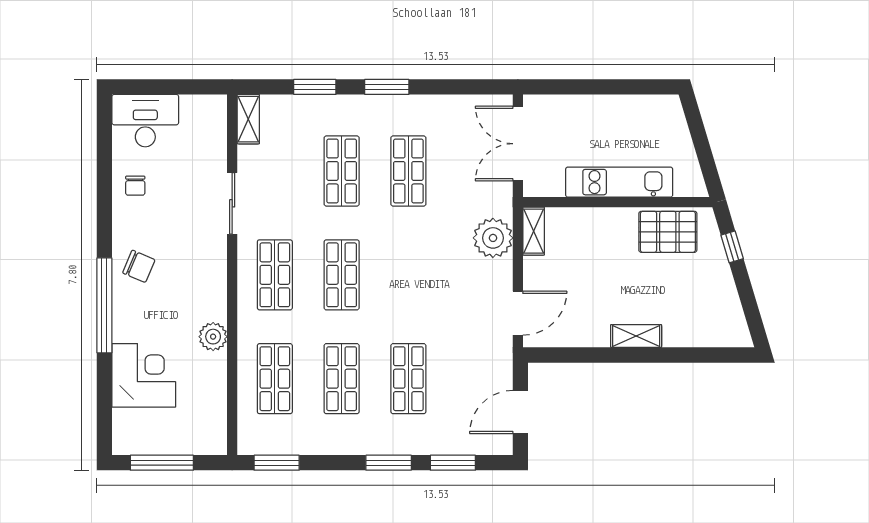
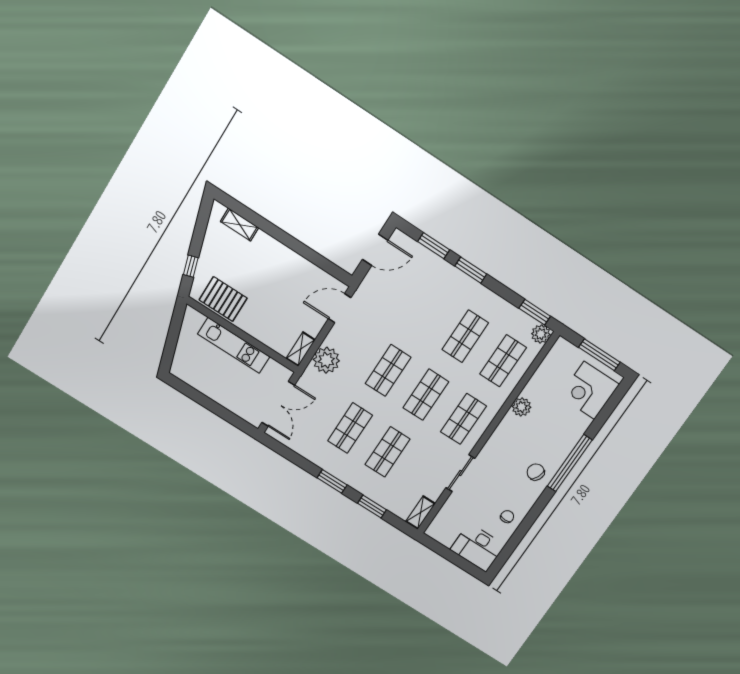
shelving: (636, 336) -> (239, 225), moved
corner desk: (144, 375) -> (589, 390), moved
shop shelf: (408, 379) -> (388, 370), moved
plant: (251, 441) -> (541, 334), added

